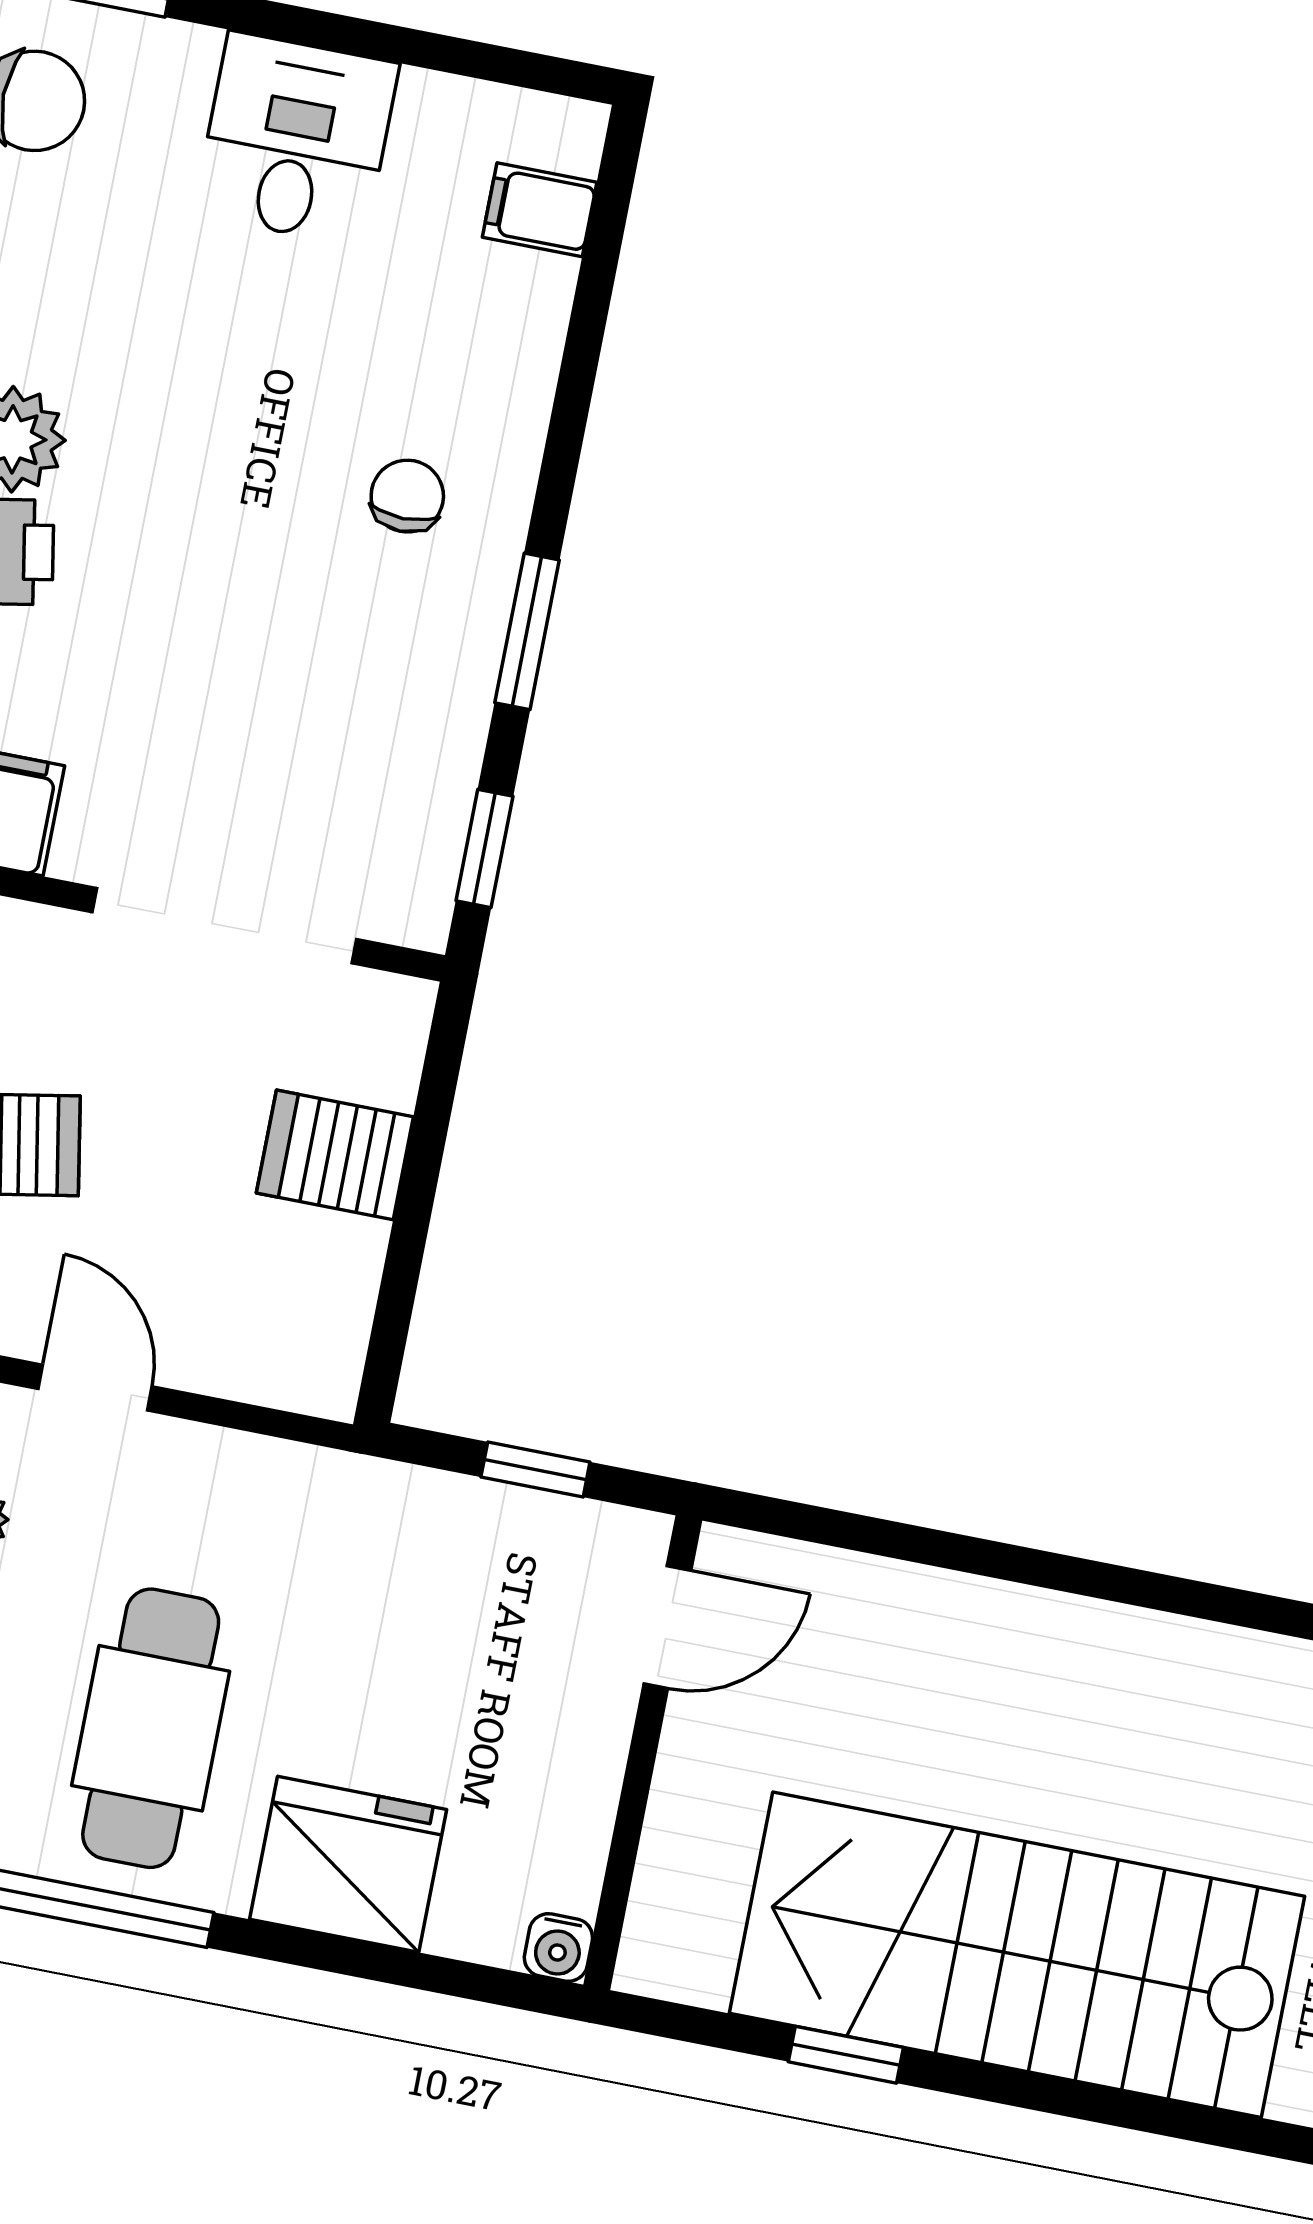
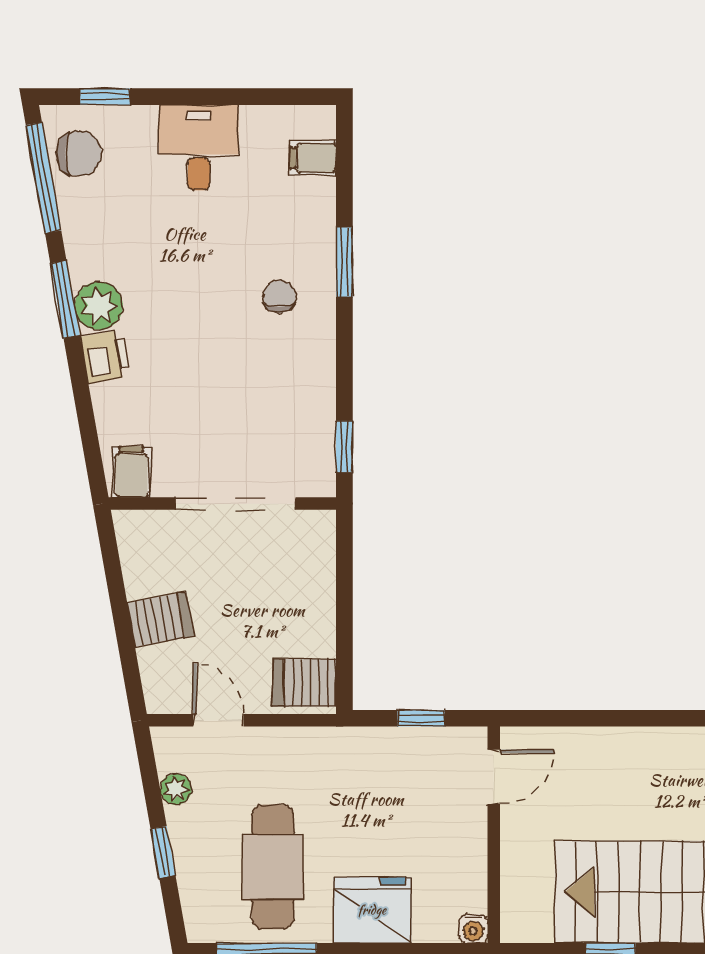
window: (527, 631) -> (344, 262), moved
server rack: (335, 1155) -> (305, 683), moved

